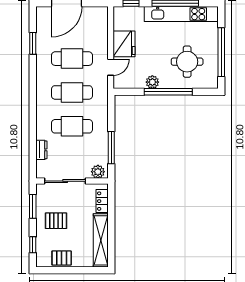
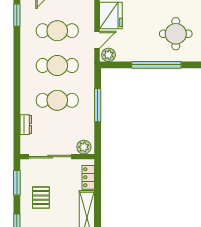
plant: (152, 82) -> (108, 55), moved
window: (111, 148) -> (98, 105), moved
pallet: (56, 221) -> (41, 198), turned 90

